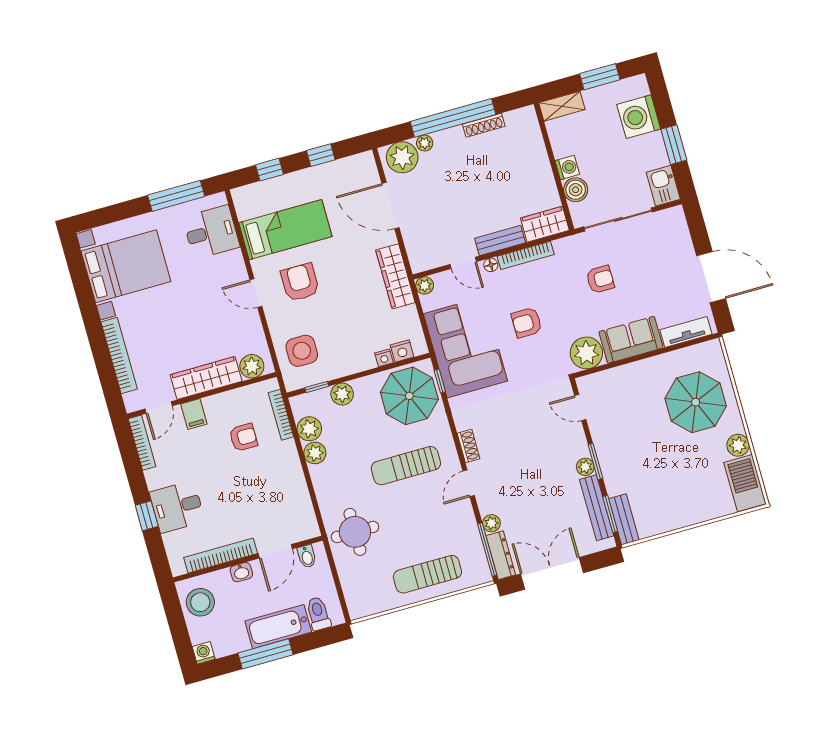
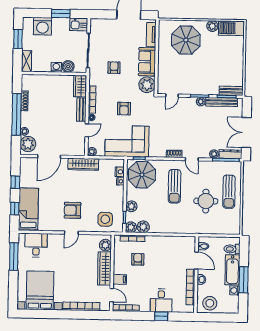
bed: (285, 230) -> (28, 209), moved
plant: (315, 453) -> (131, 227), moved
round table: (355, 532) -> (206, 201), moved
washing machine: (204, 653) -> (235, 290), moved

